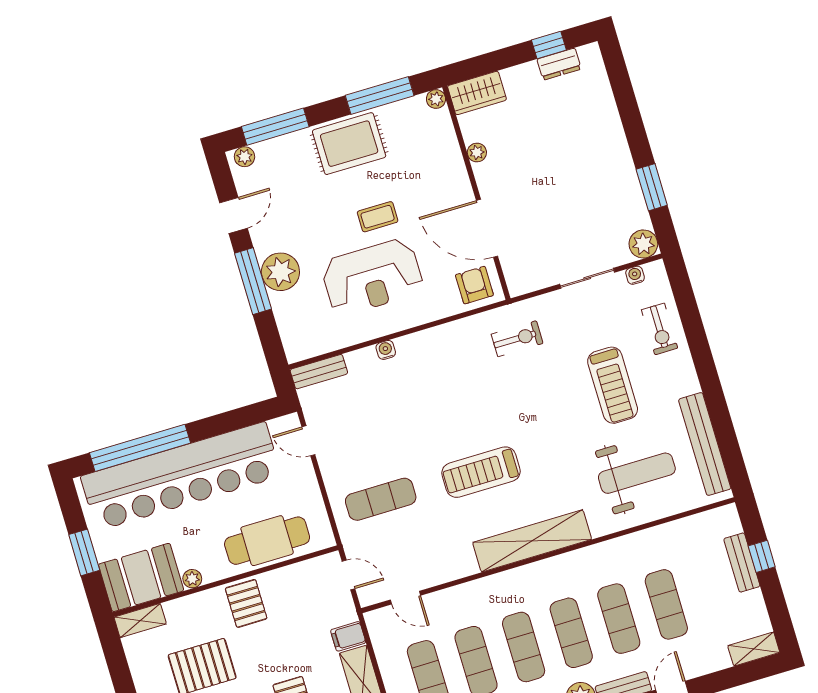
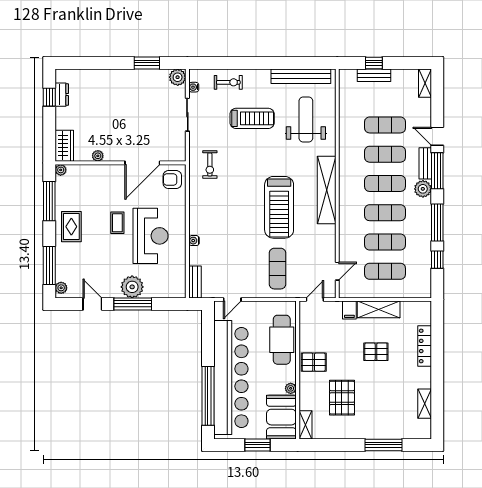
rug: (349, 144) -> (71, 227), width x0.73, depth x0.70
exercise bike: (517, 339) -> (210, 164), turned 180
treadmill: (481, 472) -> (279, 207), width x1.37, depth x1.38

